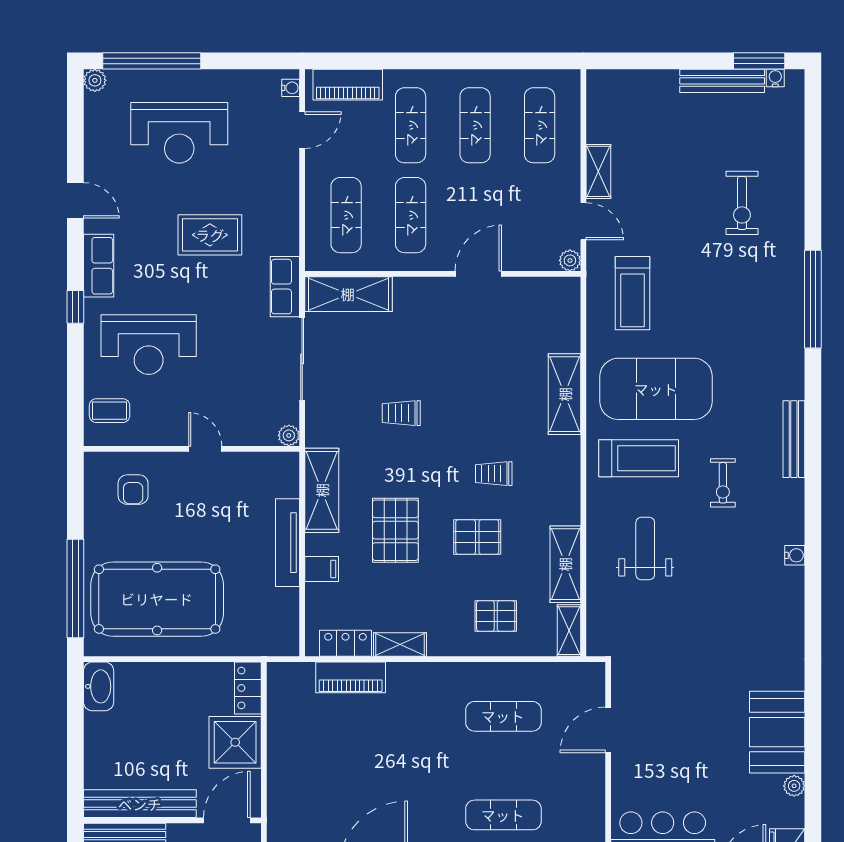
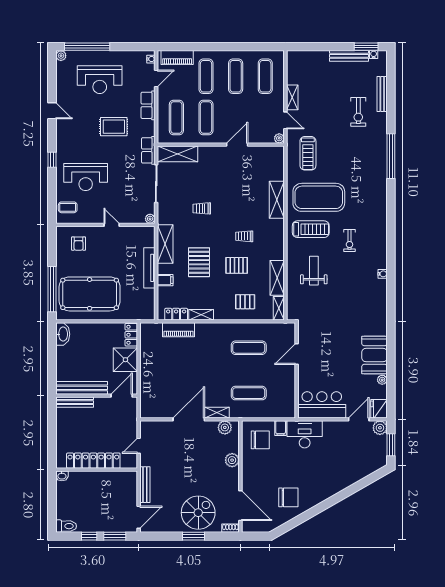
row of seats: (99, 266) -> (148, 105), moved, turned 180
bench: (794, 439) -> (382, 94), moved

